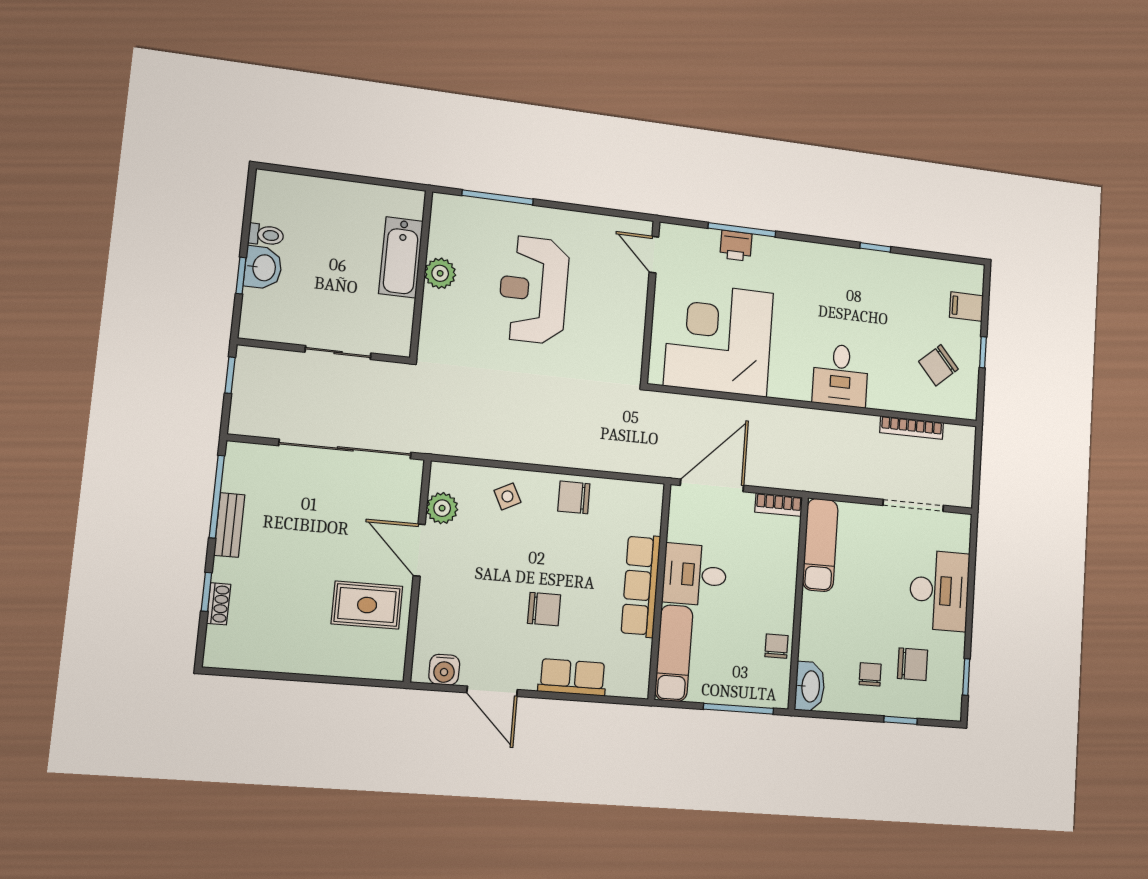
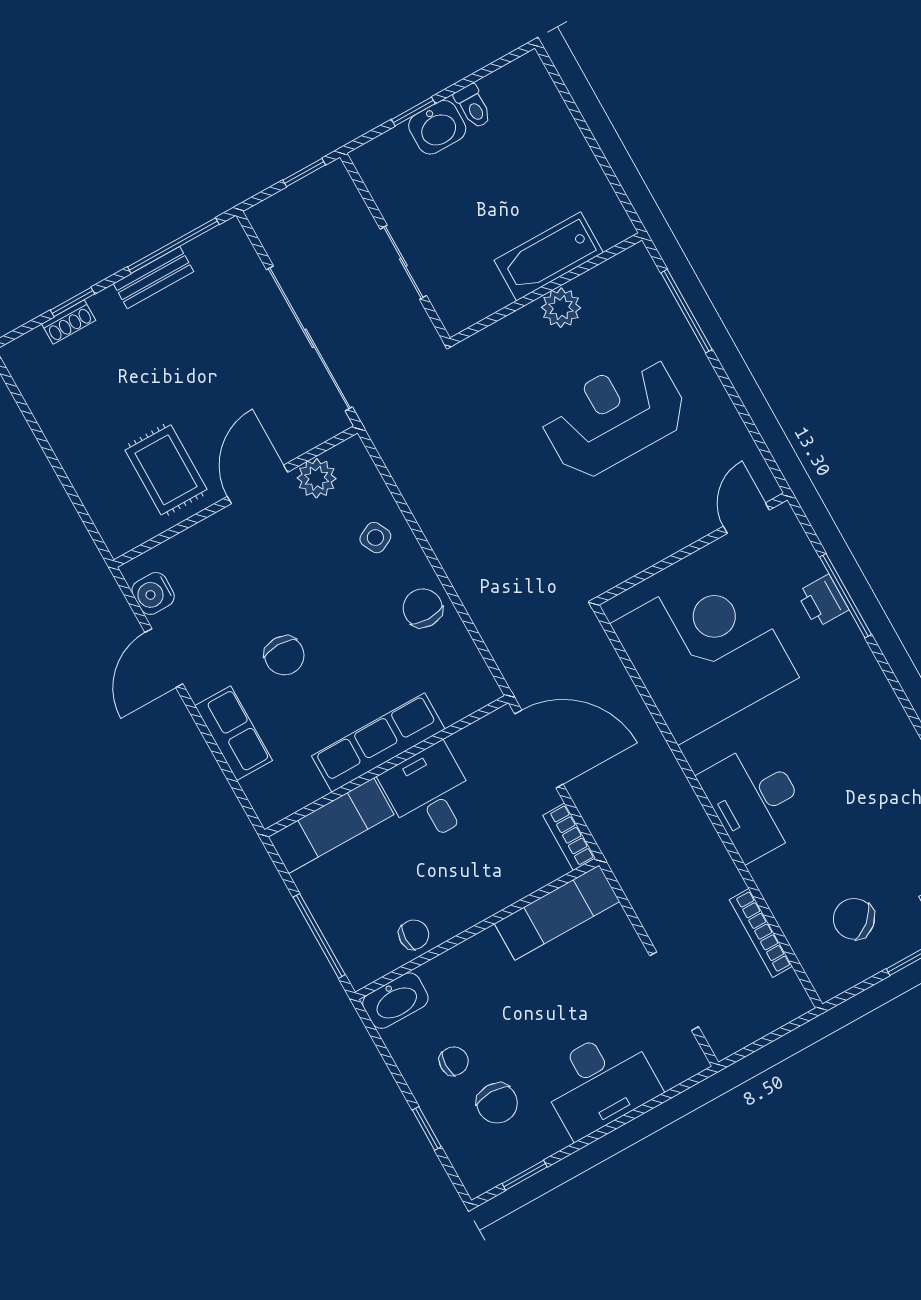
desk: (840, 375) -> (755, 801), width x1.37

